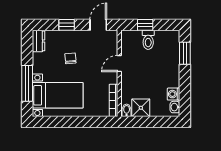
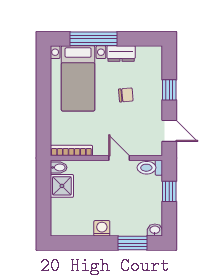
toilet: (148, 40) -> (150, 168), moved
dresser: (39, 41) -> (121, 54), moved
washing machine: (174, 94) -> (102, 228), moved
washbasin: (175, 107) -> (155, 230), moved

